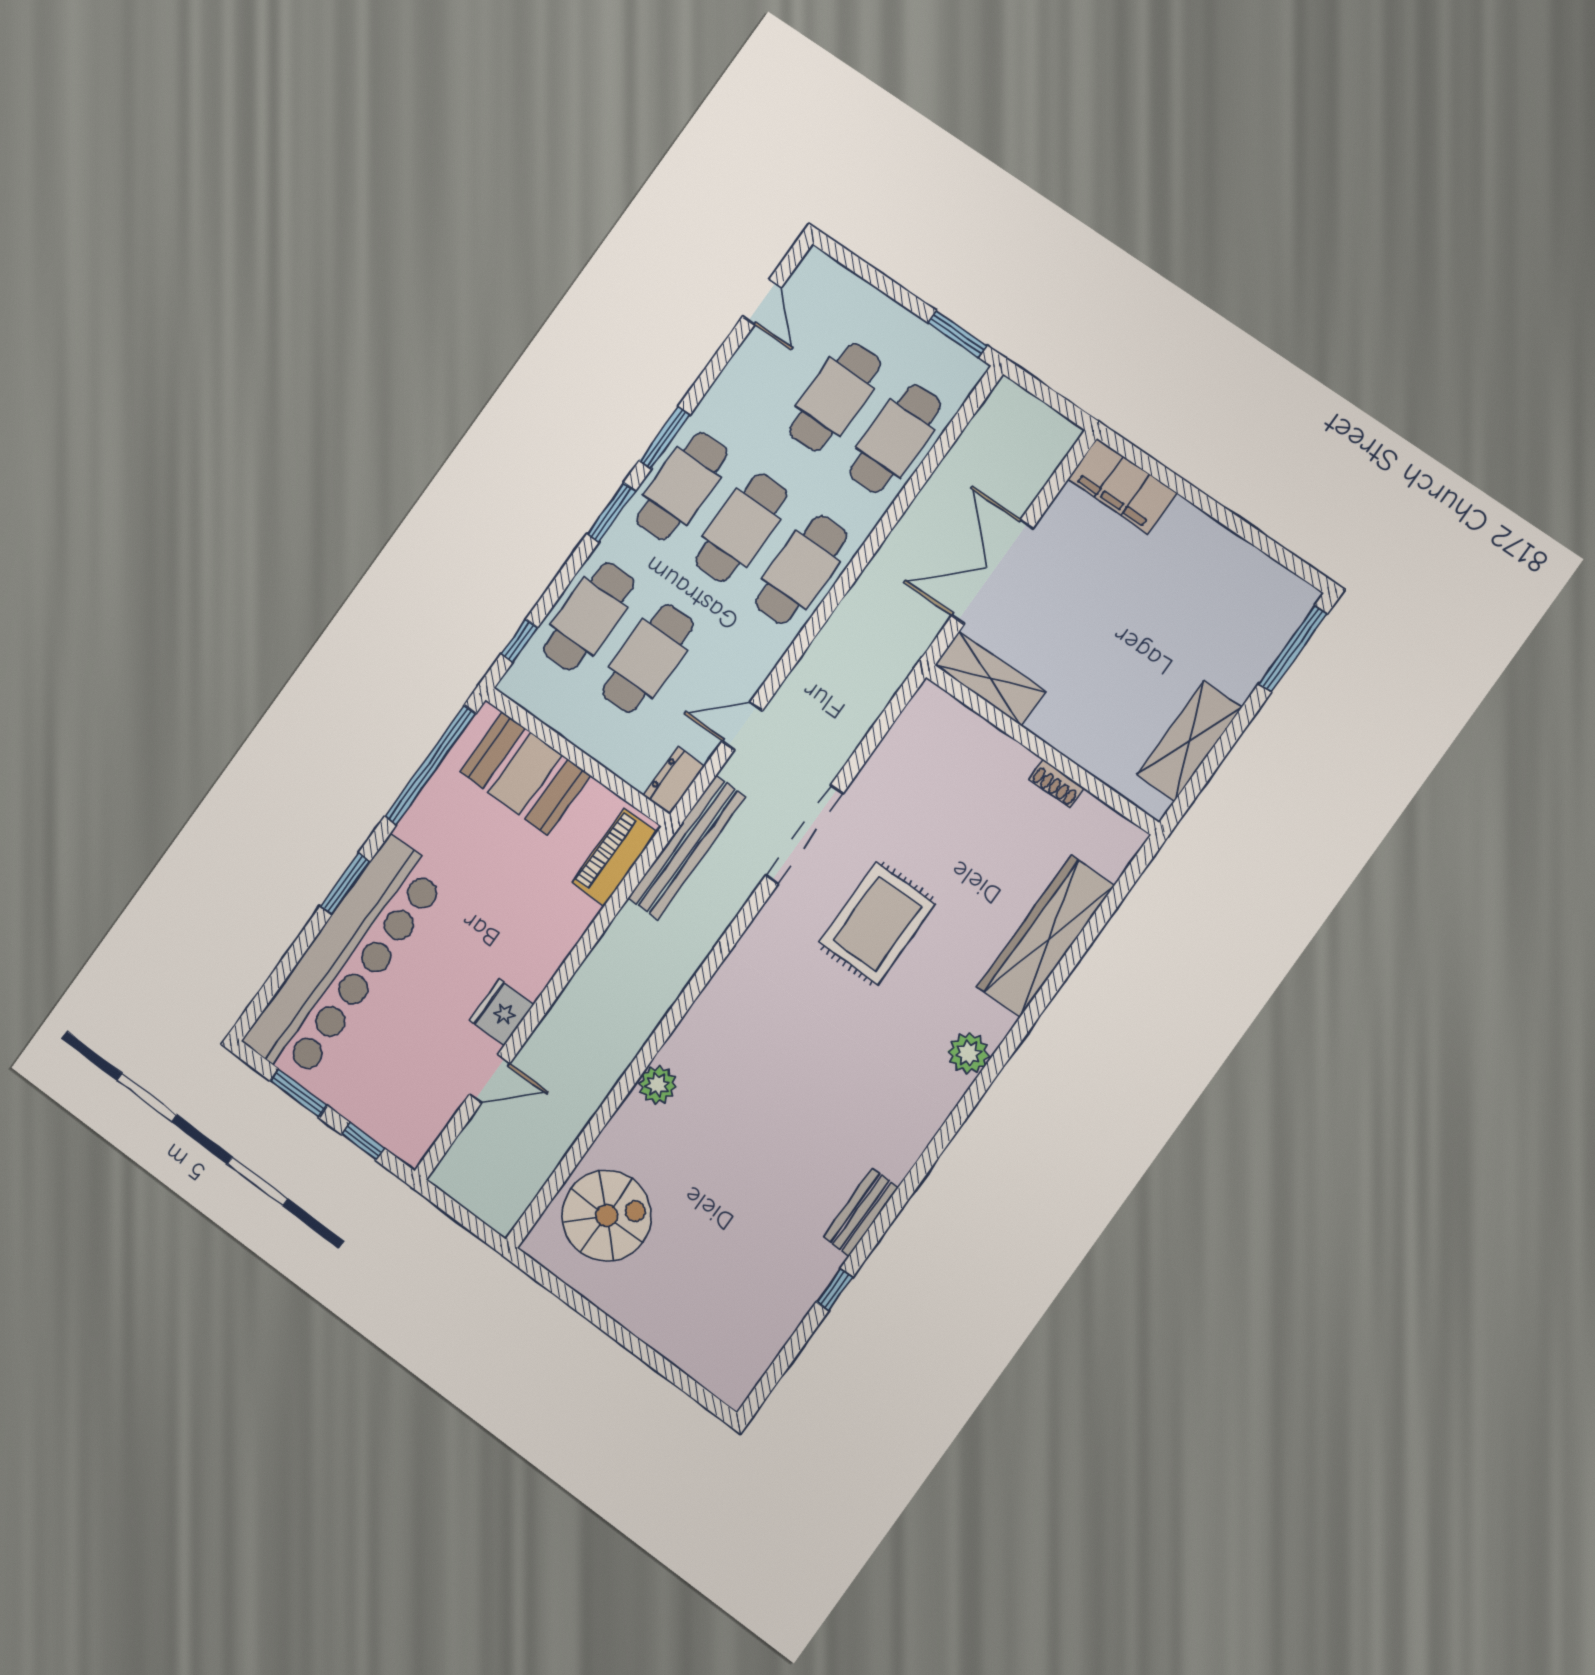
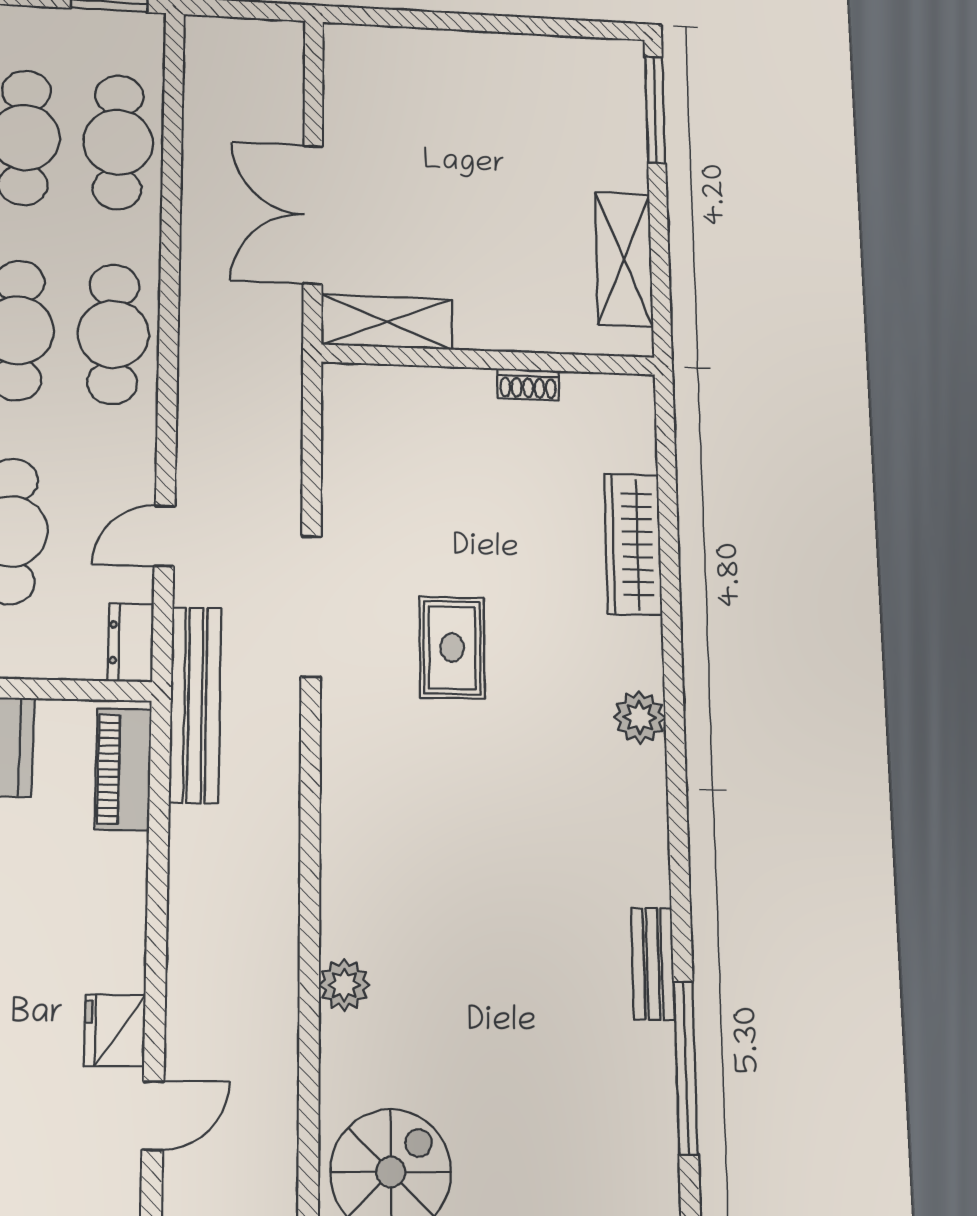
filing cabinet: (1122, 486) -> (381, 53), removed
rug: (877, 923) -> (452, 648), width x0.73, depth x0.70
wardrobe: (1046, 936) -> (633, 544), width x0.71, depth x0.85
window: (834, 1290) -> (686, 1068), width x3.17

